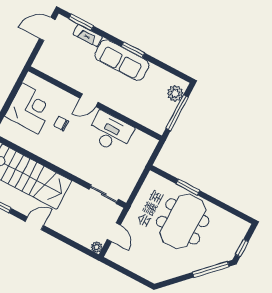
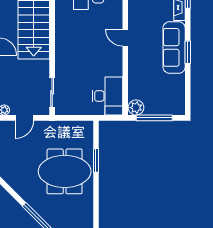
plant: (175, 93) -> (136, 108), moved
chair: (61, 124) -> (93, 25), removed
desk: (110, 132) -> (107, 96), moved

